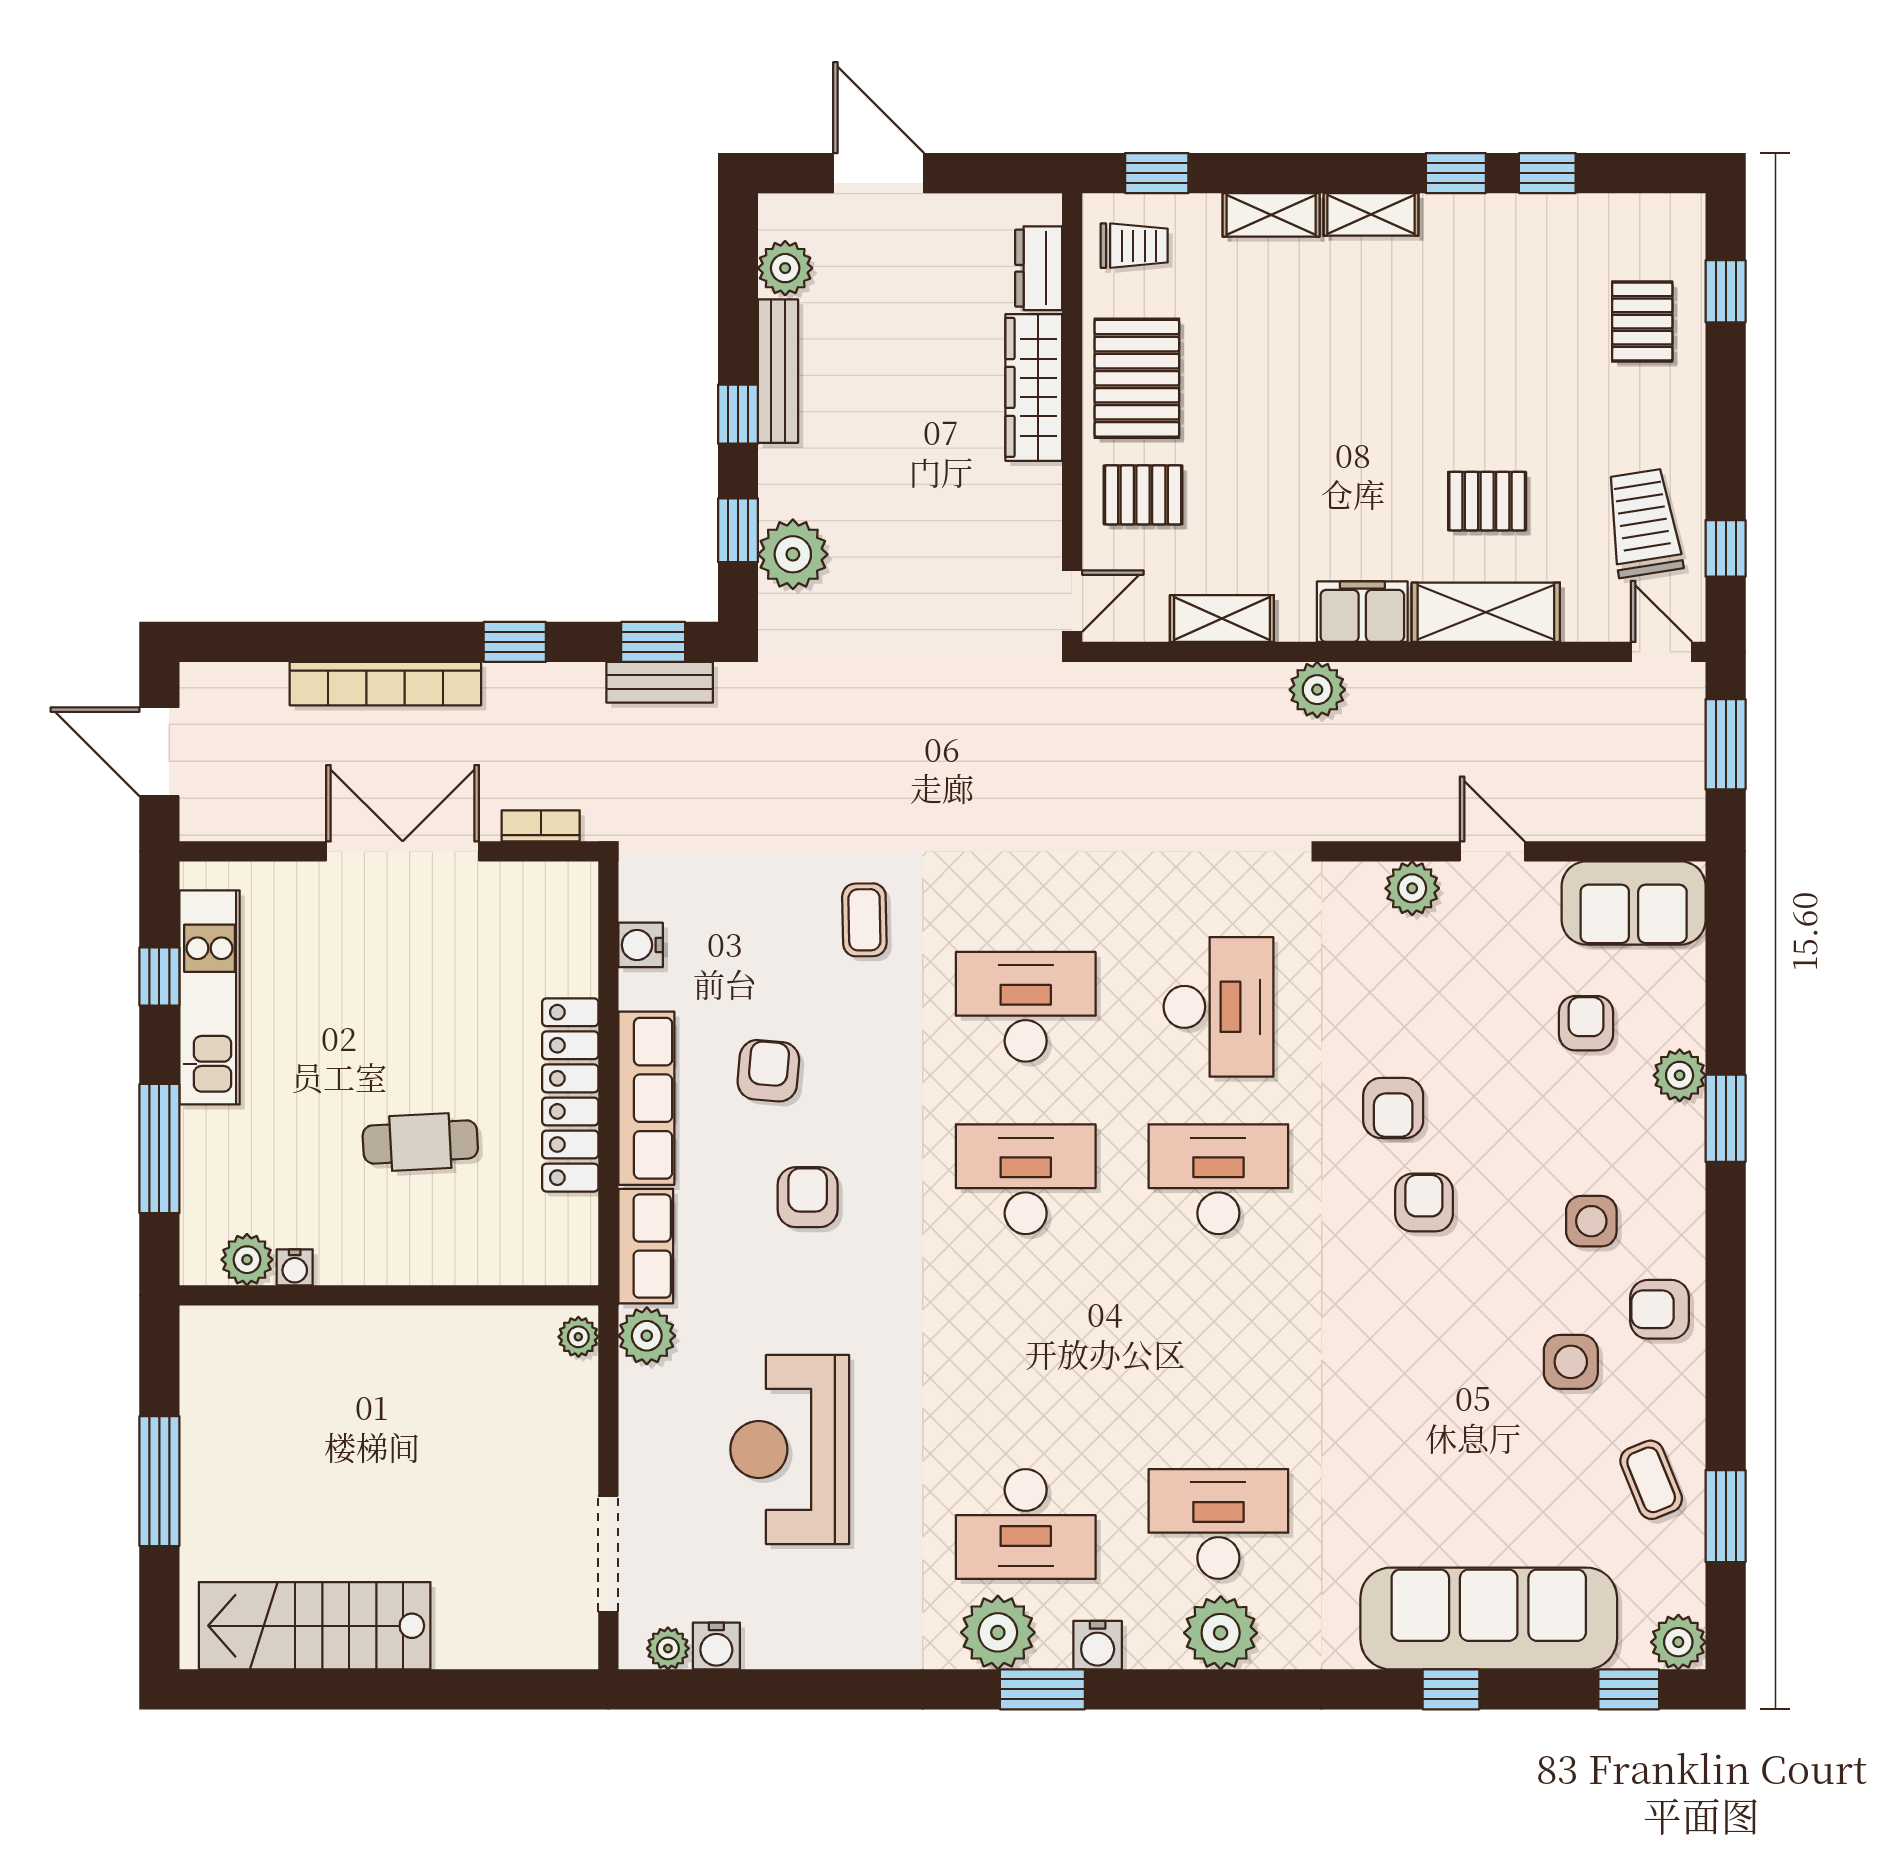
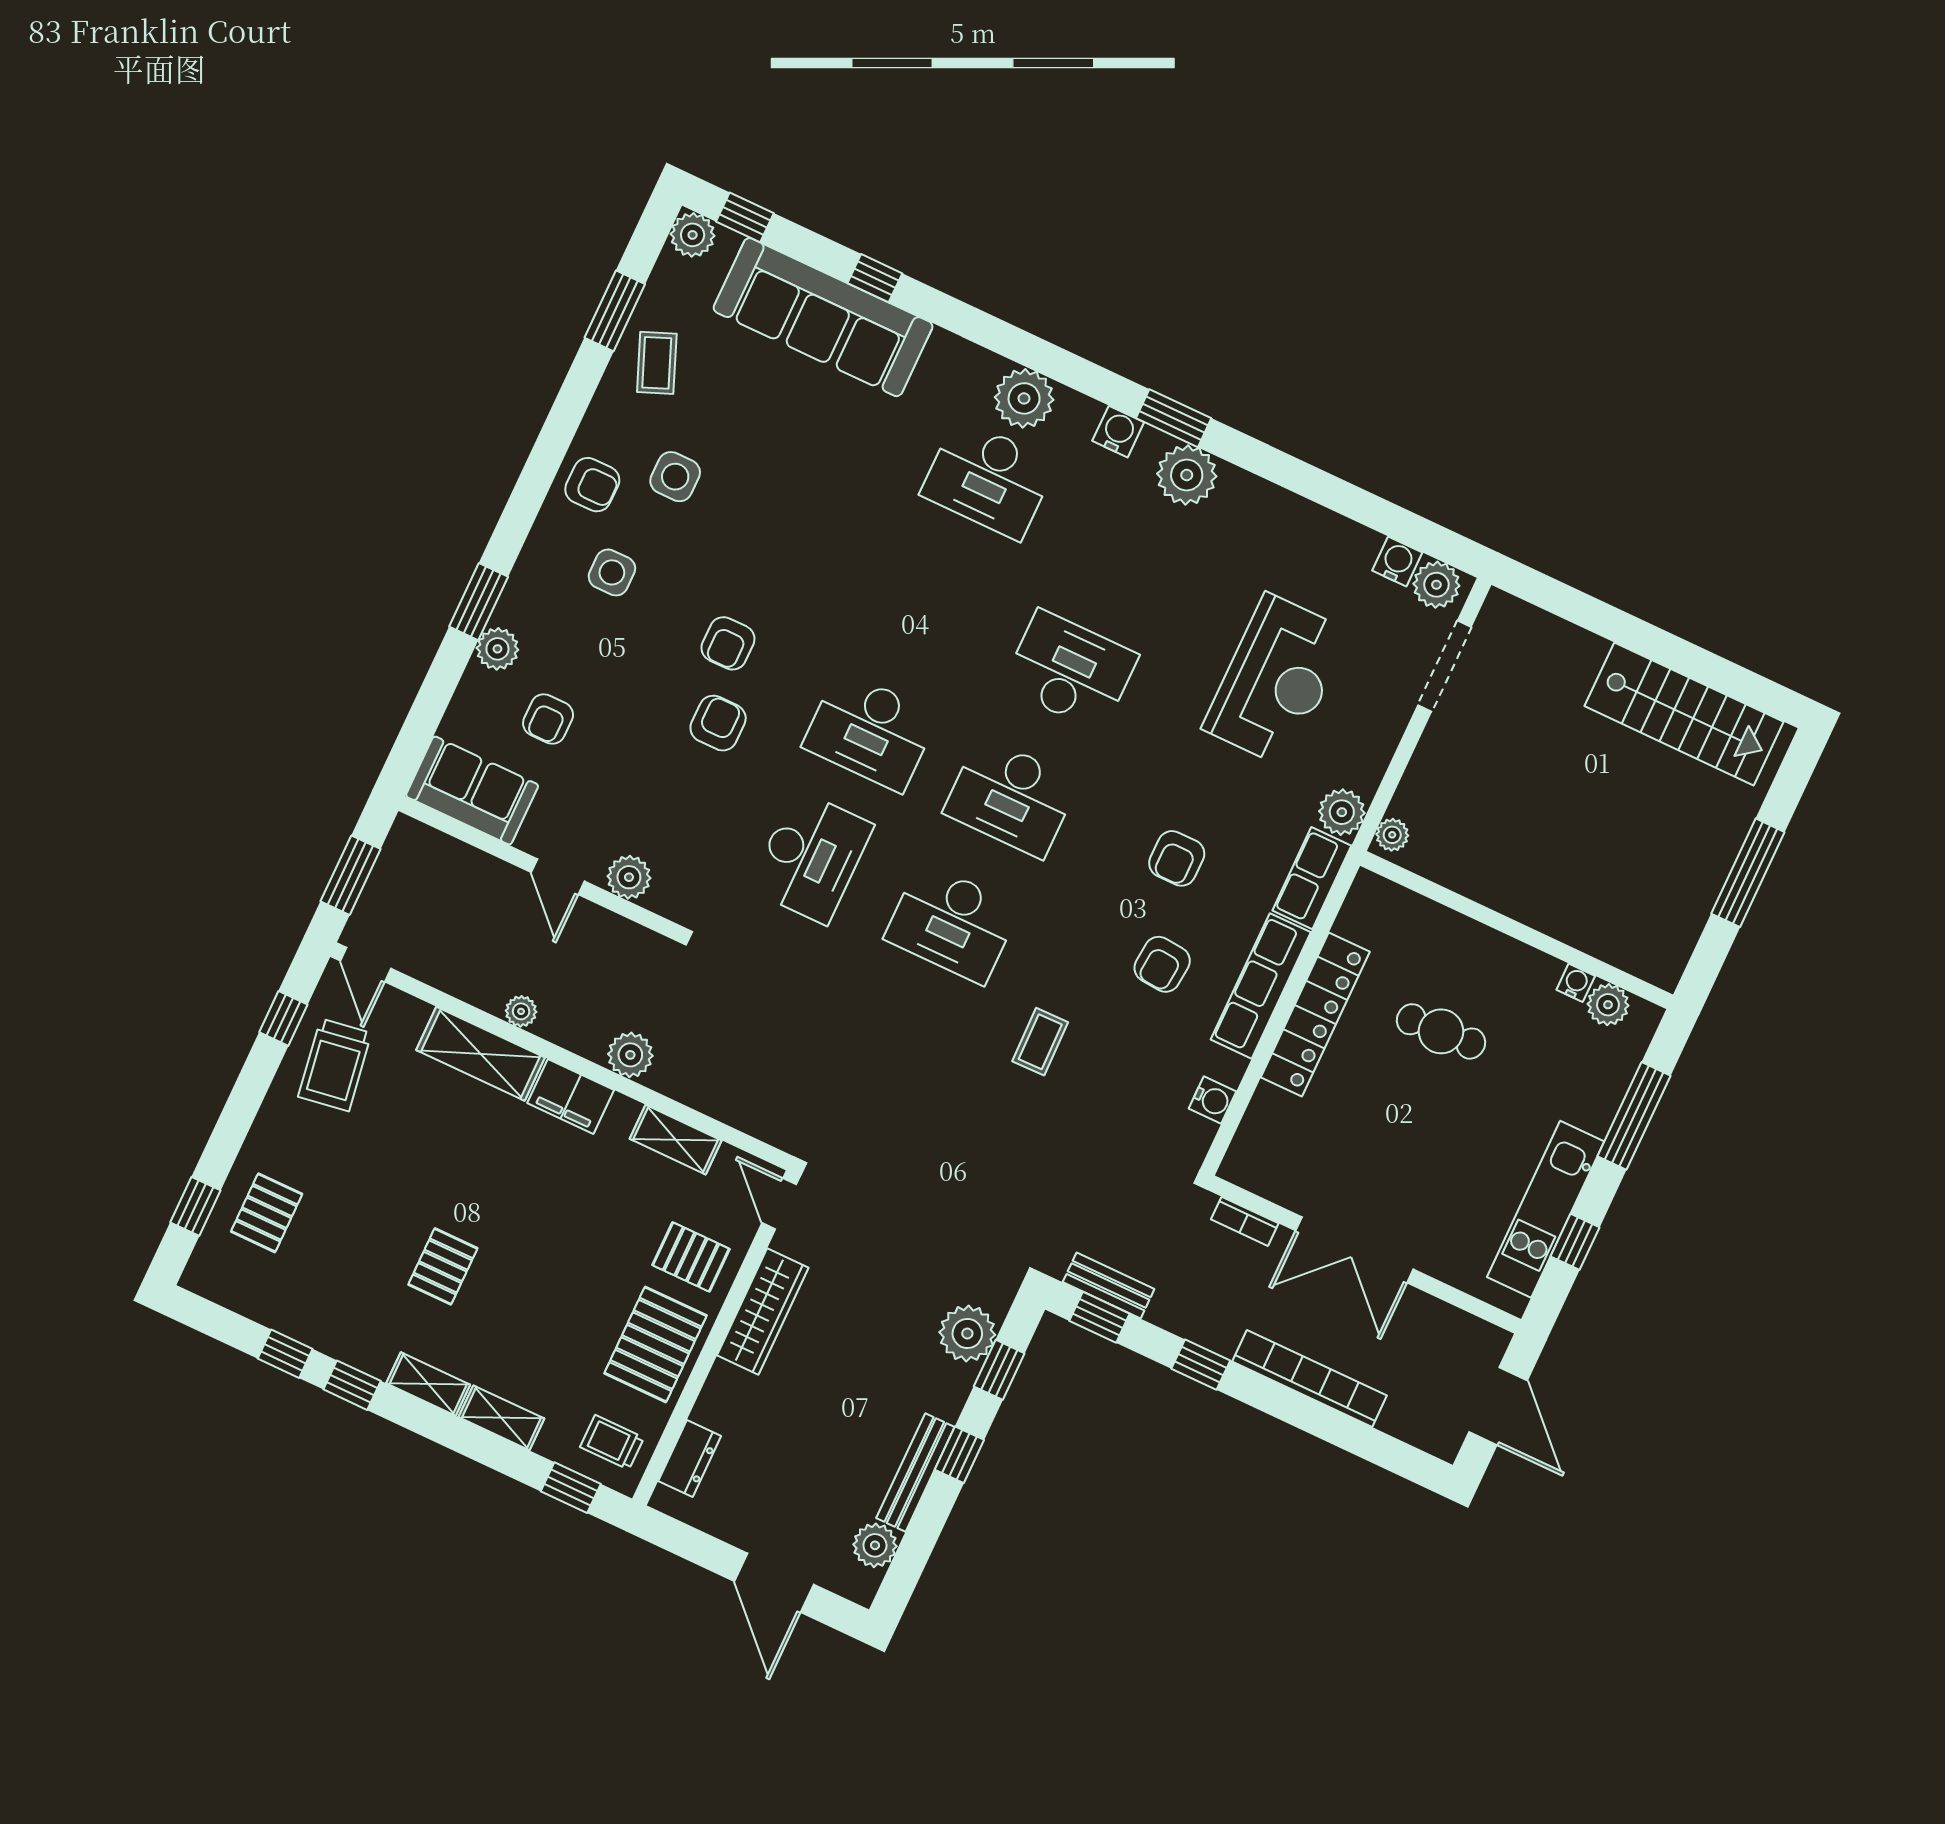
wardrobe: (1034, 387) -> (763, 1312), moved
pallet: (1487, 501) -> (443, 1266), moved, turned 90
door: (1072, 601) -> (779, 1204), hinge flipped
plant: (1463, 681) -> (521, 1011), added
desk: (1218, 1007) -> (811, 857), turned 180
desk: (1026, 1524) -> (1070, 671), moved
plant: (668, 1648) -> (1436, 585), width x1.38, depth x1.38

